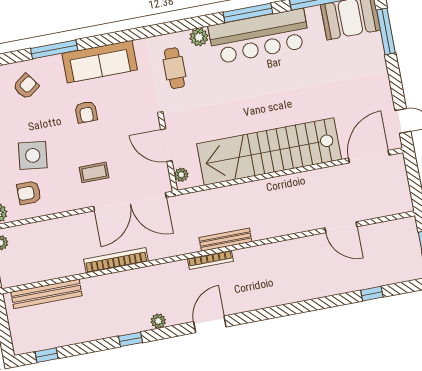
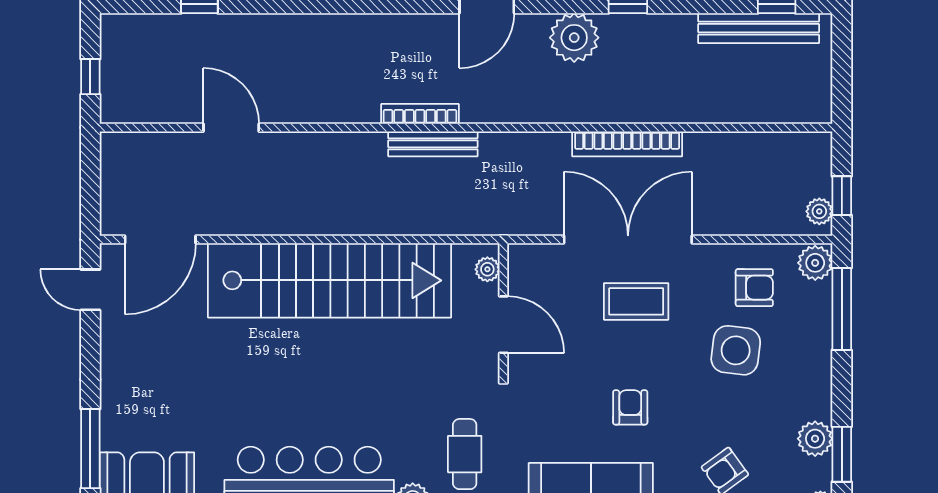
coffee table: (94, 172) -> (636, 301), width x1.36, depth x1.30
double door: (130, 202) -> (628, 240), moved
bookcase: (210, 260) -> (420, 114), moved
bench: (46, 294) -> (759, 28), moved
plant: (158, 321) -> (574, 38), width x1.88, depth x1.88

